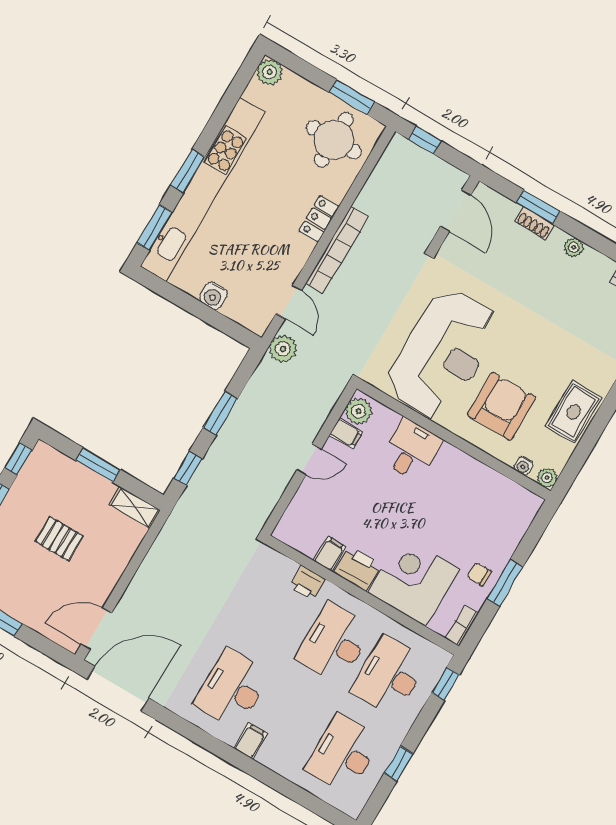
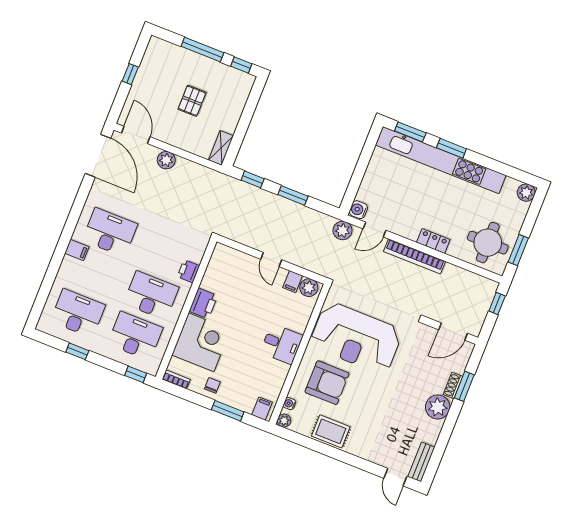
plant: (574, 247) -> (438, 407), width x1.88, depth x1.88
water cooler: (213, 296) -> (358, 210), moved
desk: (411, 450) -> (282, 344), moved
window: (98, 465) -> (246, 119), removed
filing cabinet: (330, 554) -> (262, 409), moved, turned -90
window: (505, 583) -> (228, 411), moved
plant: (140, 590) -> (166, 160), added

